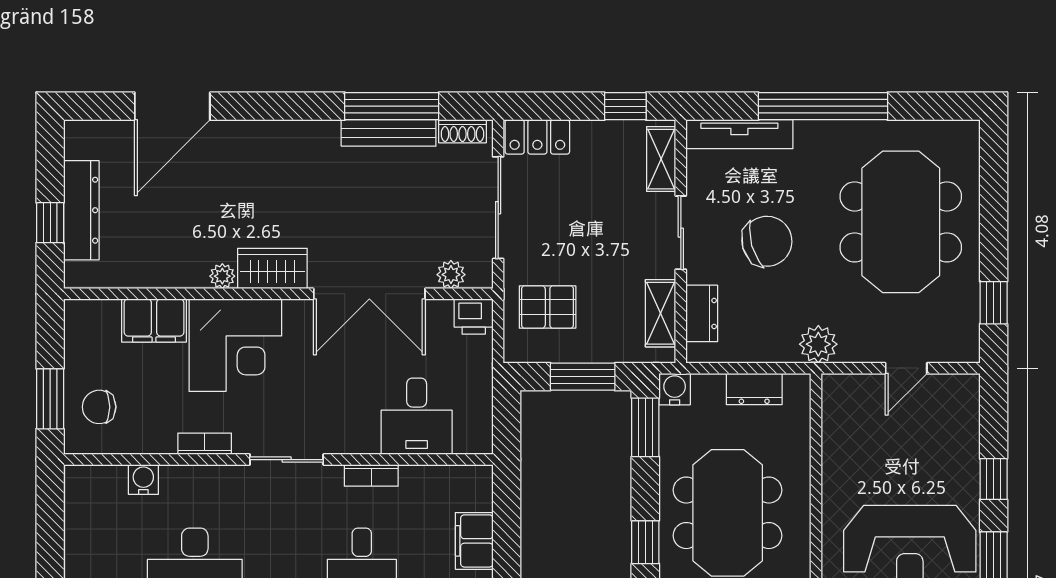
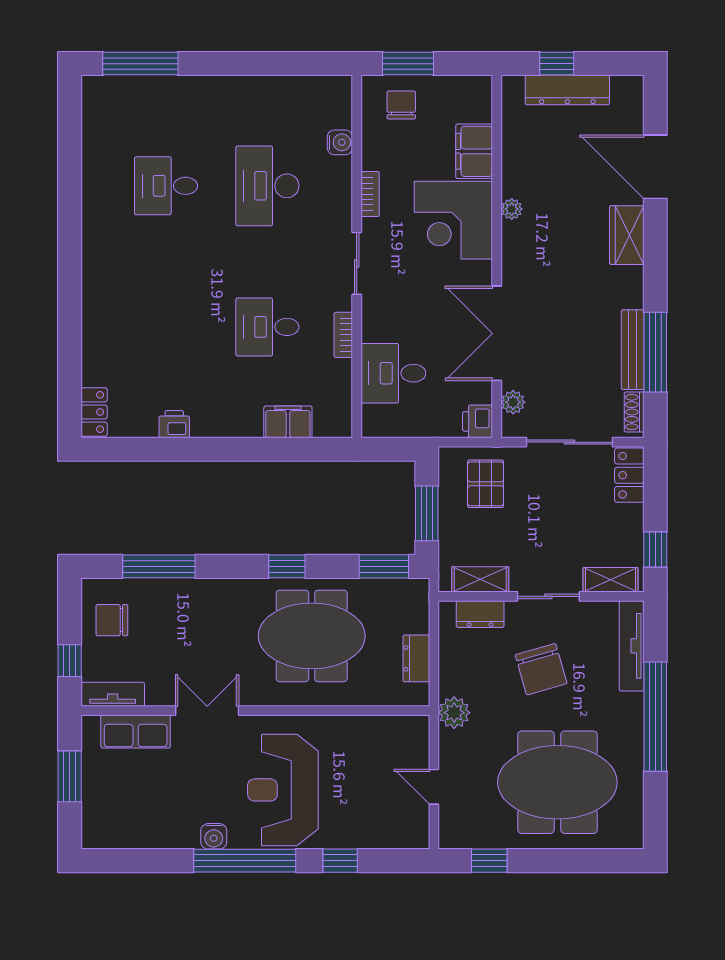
wardrobe: (272, 269) -> (627, 235), moved, turned 180
water cooler: (675, 389) -> (416, 591), removed

